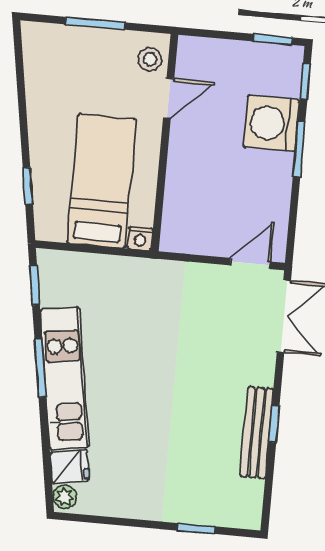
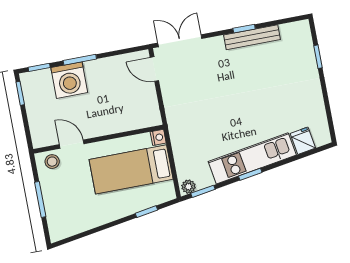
window: (40, 368) -> (250, 174), width x0.67
plant: (65, 497) -> (188, 187), moved

